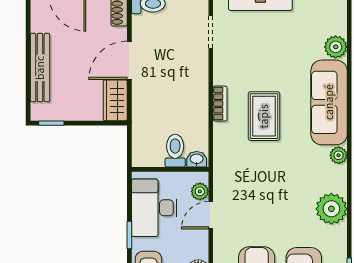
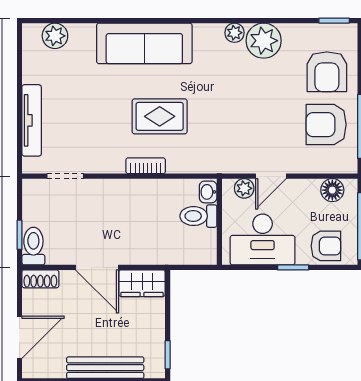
plant: (336, 47) -> (55, 36), moved
plant: (339, 155) -> (234, 33), moved
door: (211, 215) -> (271, 176), hinge flipped

